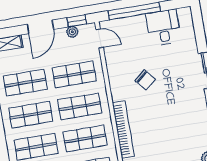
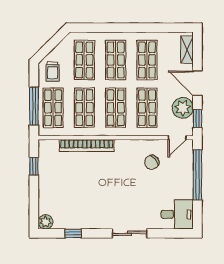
desk: (163, 27) -> (177, 214), moved
plant: (72, 32) -> (183, 108), width x1.87, depth x1.87
chair: (145, 80) -> (152, 162), moved

